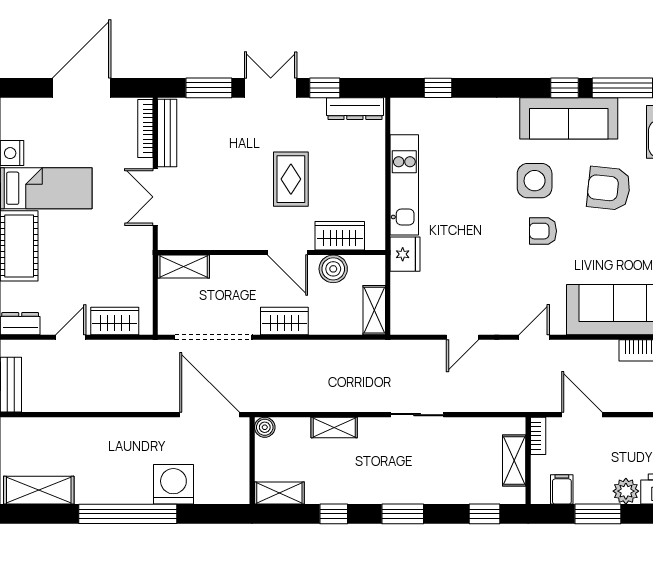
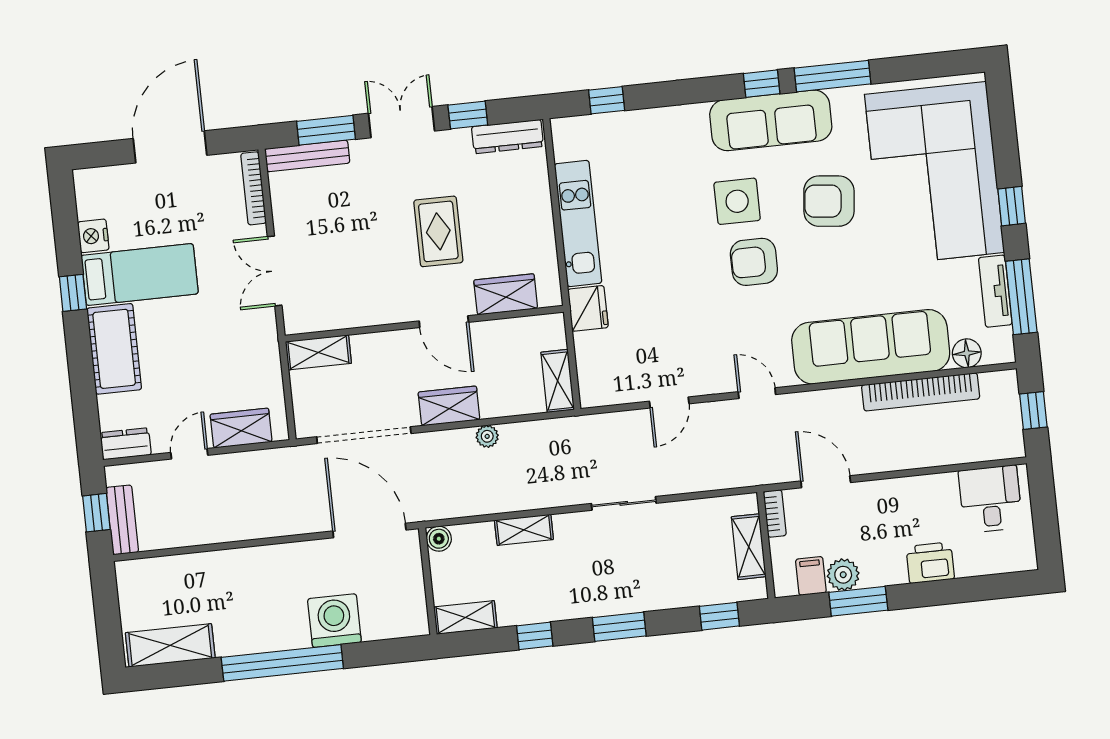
bench: (167, 133) -> (307, 156), moved, turned 90
armchair: (543, 231) -> (754, 262), width x1.38, depth x1.38
boiler: (333, 269) -> (502, 336), removed
door: (534, 337) -> (757, 393), hinge flipped
plant: (313, 349) -> (487, 436), added
plant: (626, 491) -> (843, 575), moved

